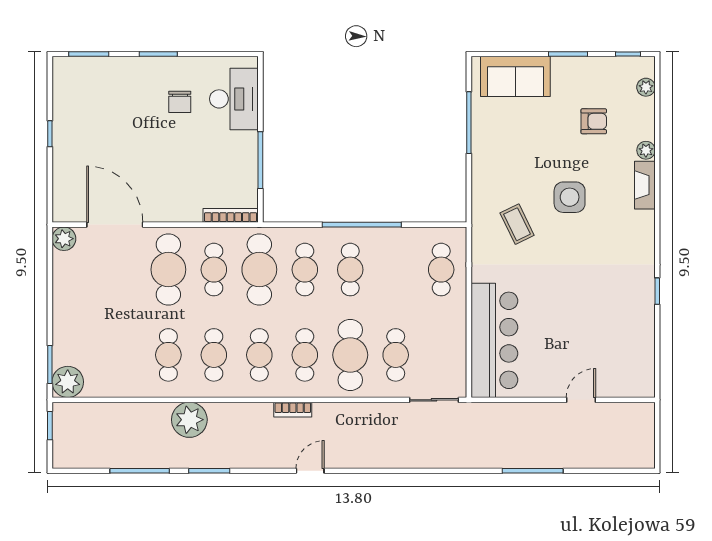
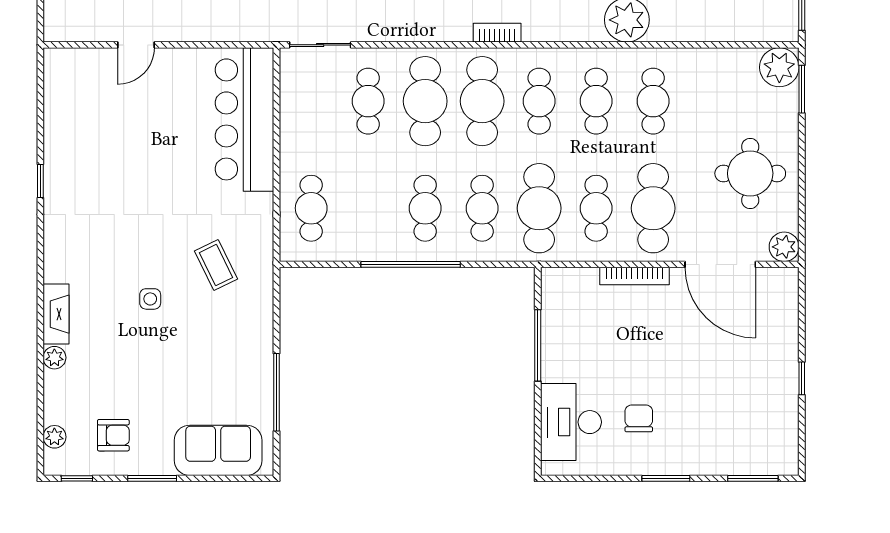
armchair: (594, 121) -> (113, 435), moved, turned 180
side table: (570, 197) -> (150, 299), width x0.54, depth x0.54
bookcase: (231, 215) -> (634, 276), moved
round table: (91, 297) -> (750, 173), added
cafe table: (305, 355) -> (482, 101), width x1.37, depth x1.35

